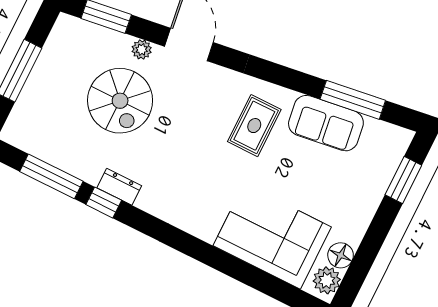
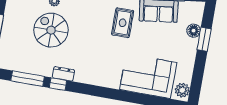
spiral stairs: (120, 101) -> (51, 30), turned 180
window: (403, 180) -> (204, 39), moved
floor lamp: (341, 255) -> (194, 31), moved

